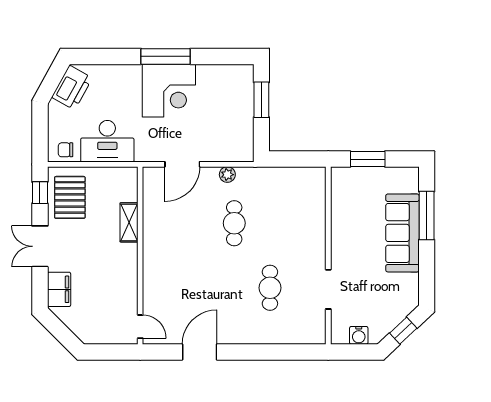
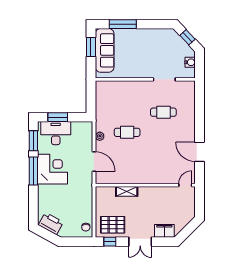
window: (219, 56) -> (33, 141), added
desk: (107, 141) -> (56, 133), moved, turned -90
window: (368, 159) -> (91, 47), moved
sofa: (402, 233) -> (105, 50), moved, turned -90

